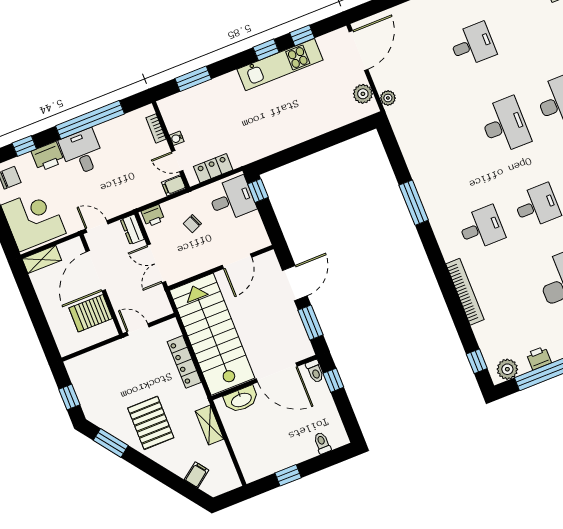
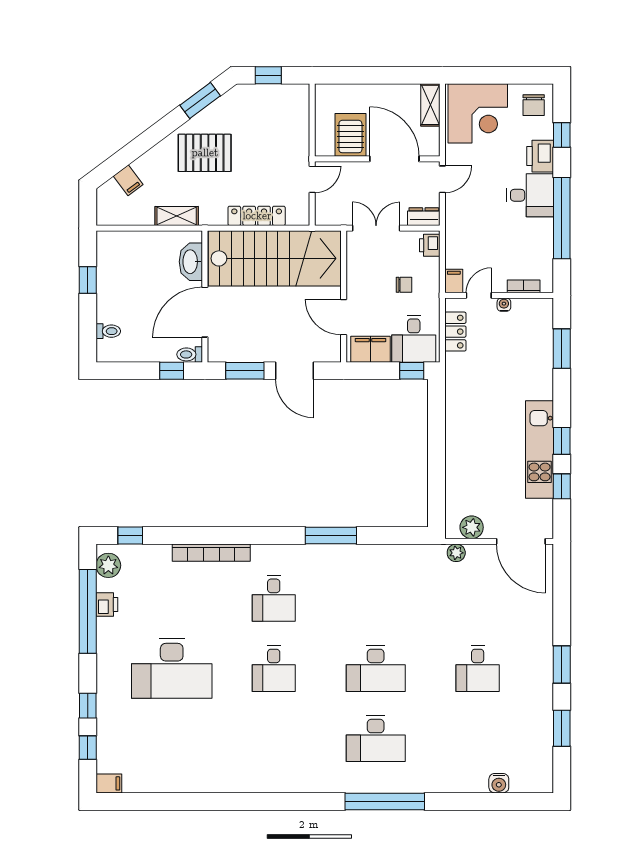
chair: (192, 224) -> (404, 285), turned 113
filing cabinet: (254, 230) -> (371, 349), added

